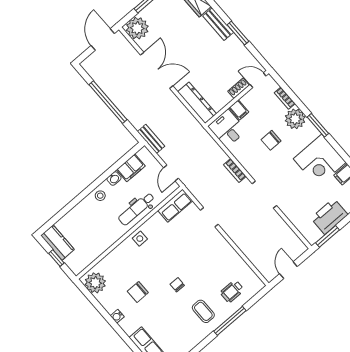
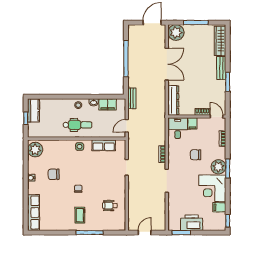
plant: (295, 119) -> (218, 167), moved
row of seats: (175, 206) -> (104, 145), moved
dental chair: (136, 209) -> (77, 125), moved, turned 180
wheelchair: (232, 291) -> (110, 206), moved

